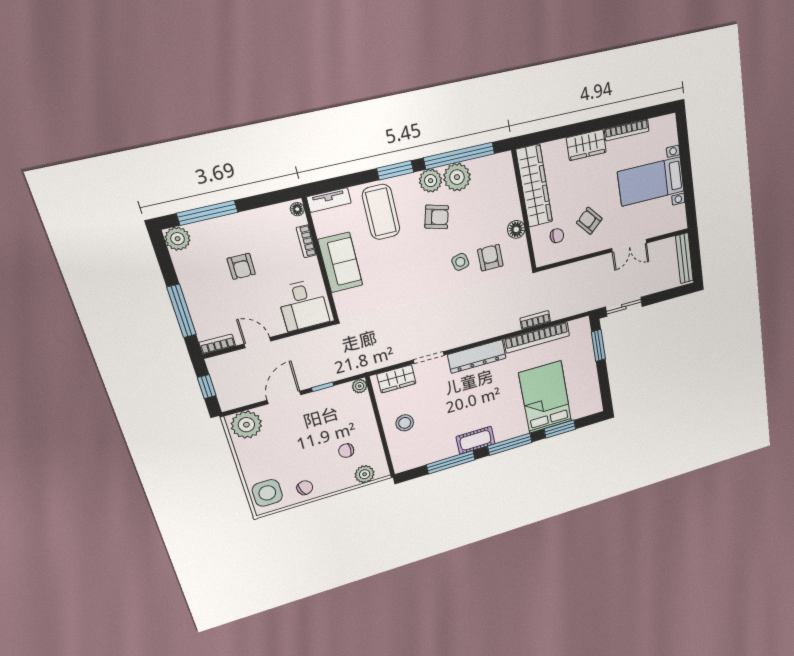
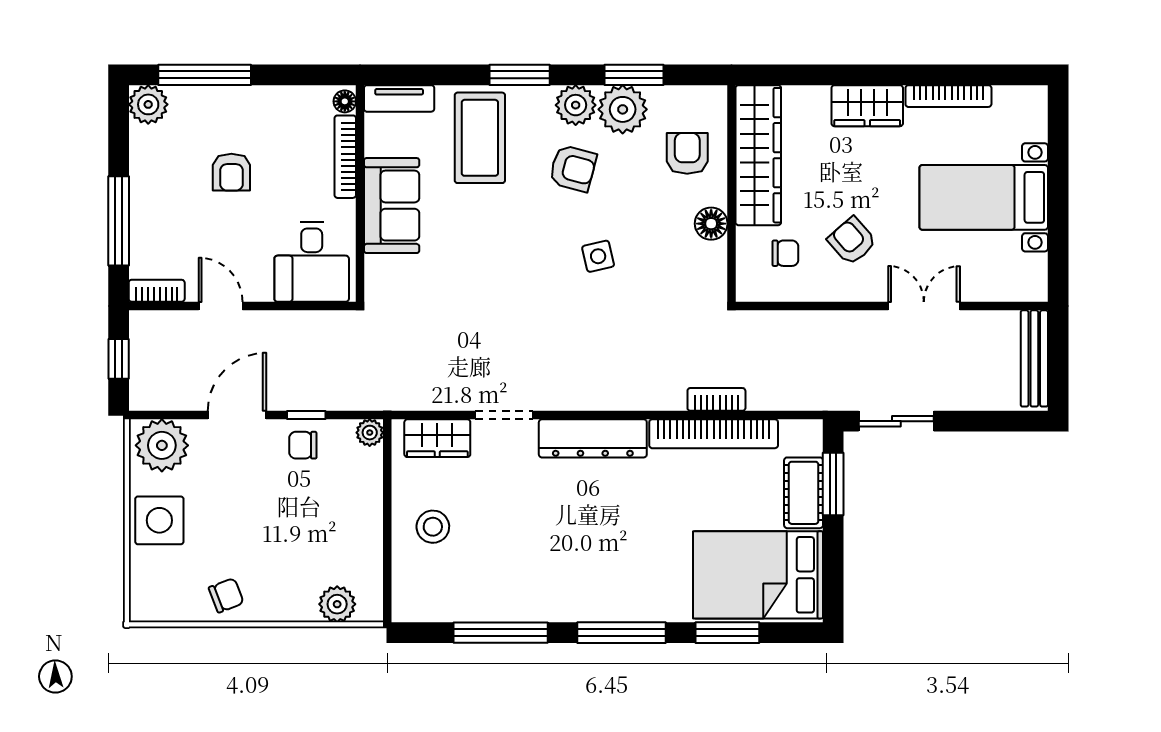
window: (459, 156) -> (634, 75), width x0.47
bookcase: (306, 241) -> (345, 157), width x1.56
double door: (629, 246) -> (924, 306), swing flipped
armchair: (490, 258) -> (687, 153), moved
bed: (545, 397) -> (758, 575), moved, turned -90
cot: (476, 440) -> (804, 493), moved, turned 90
chair: (346, 451) -> (303, 445), moved
side table: (267, 493) -> (159, 520), moved

